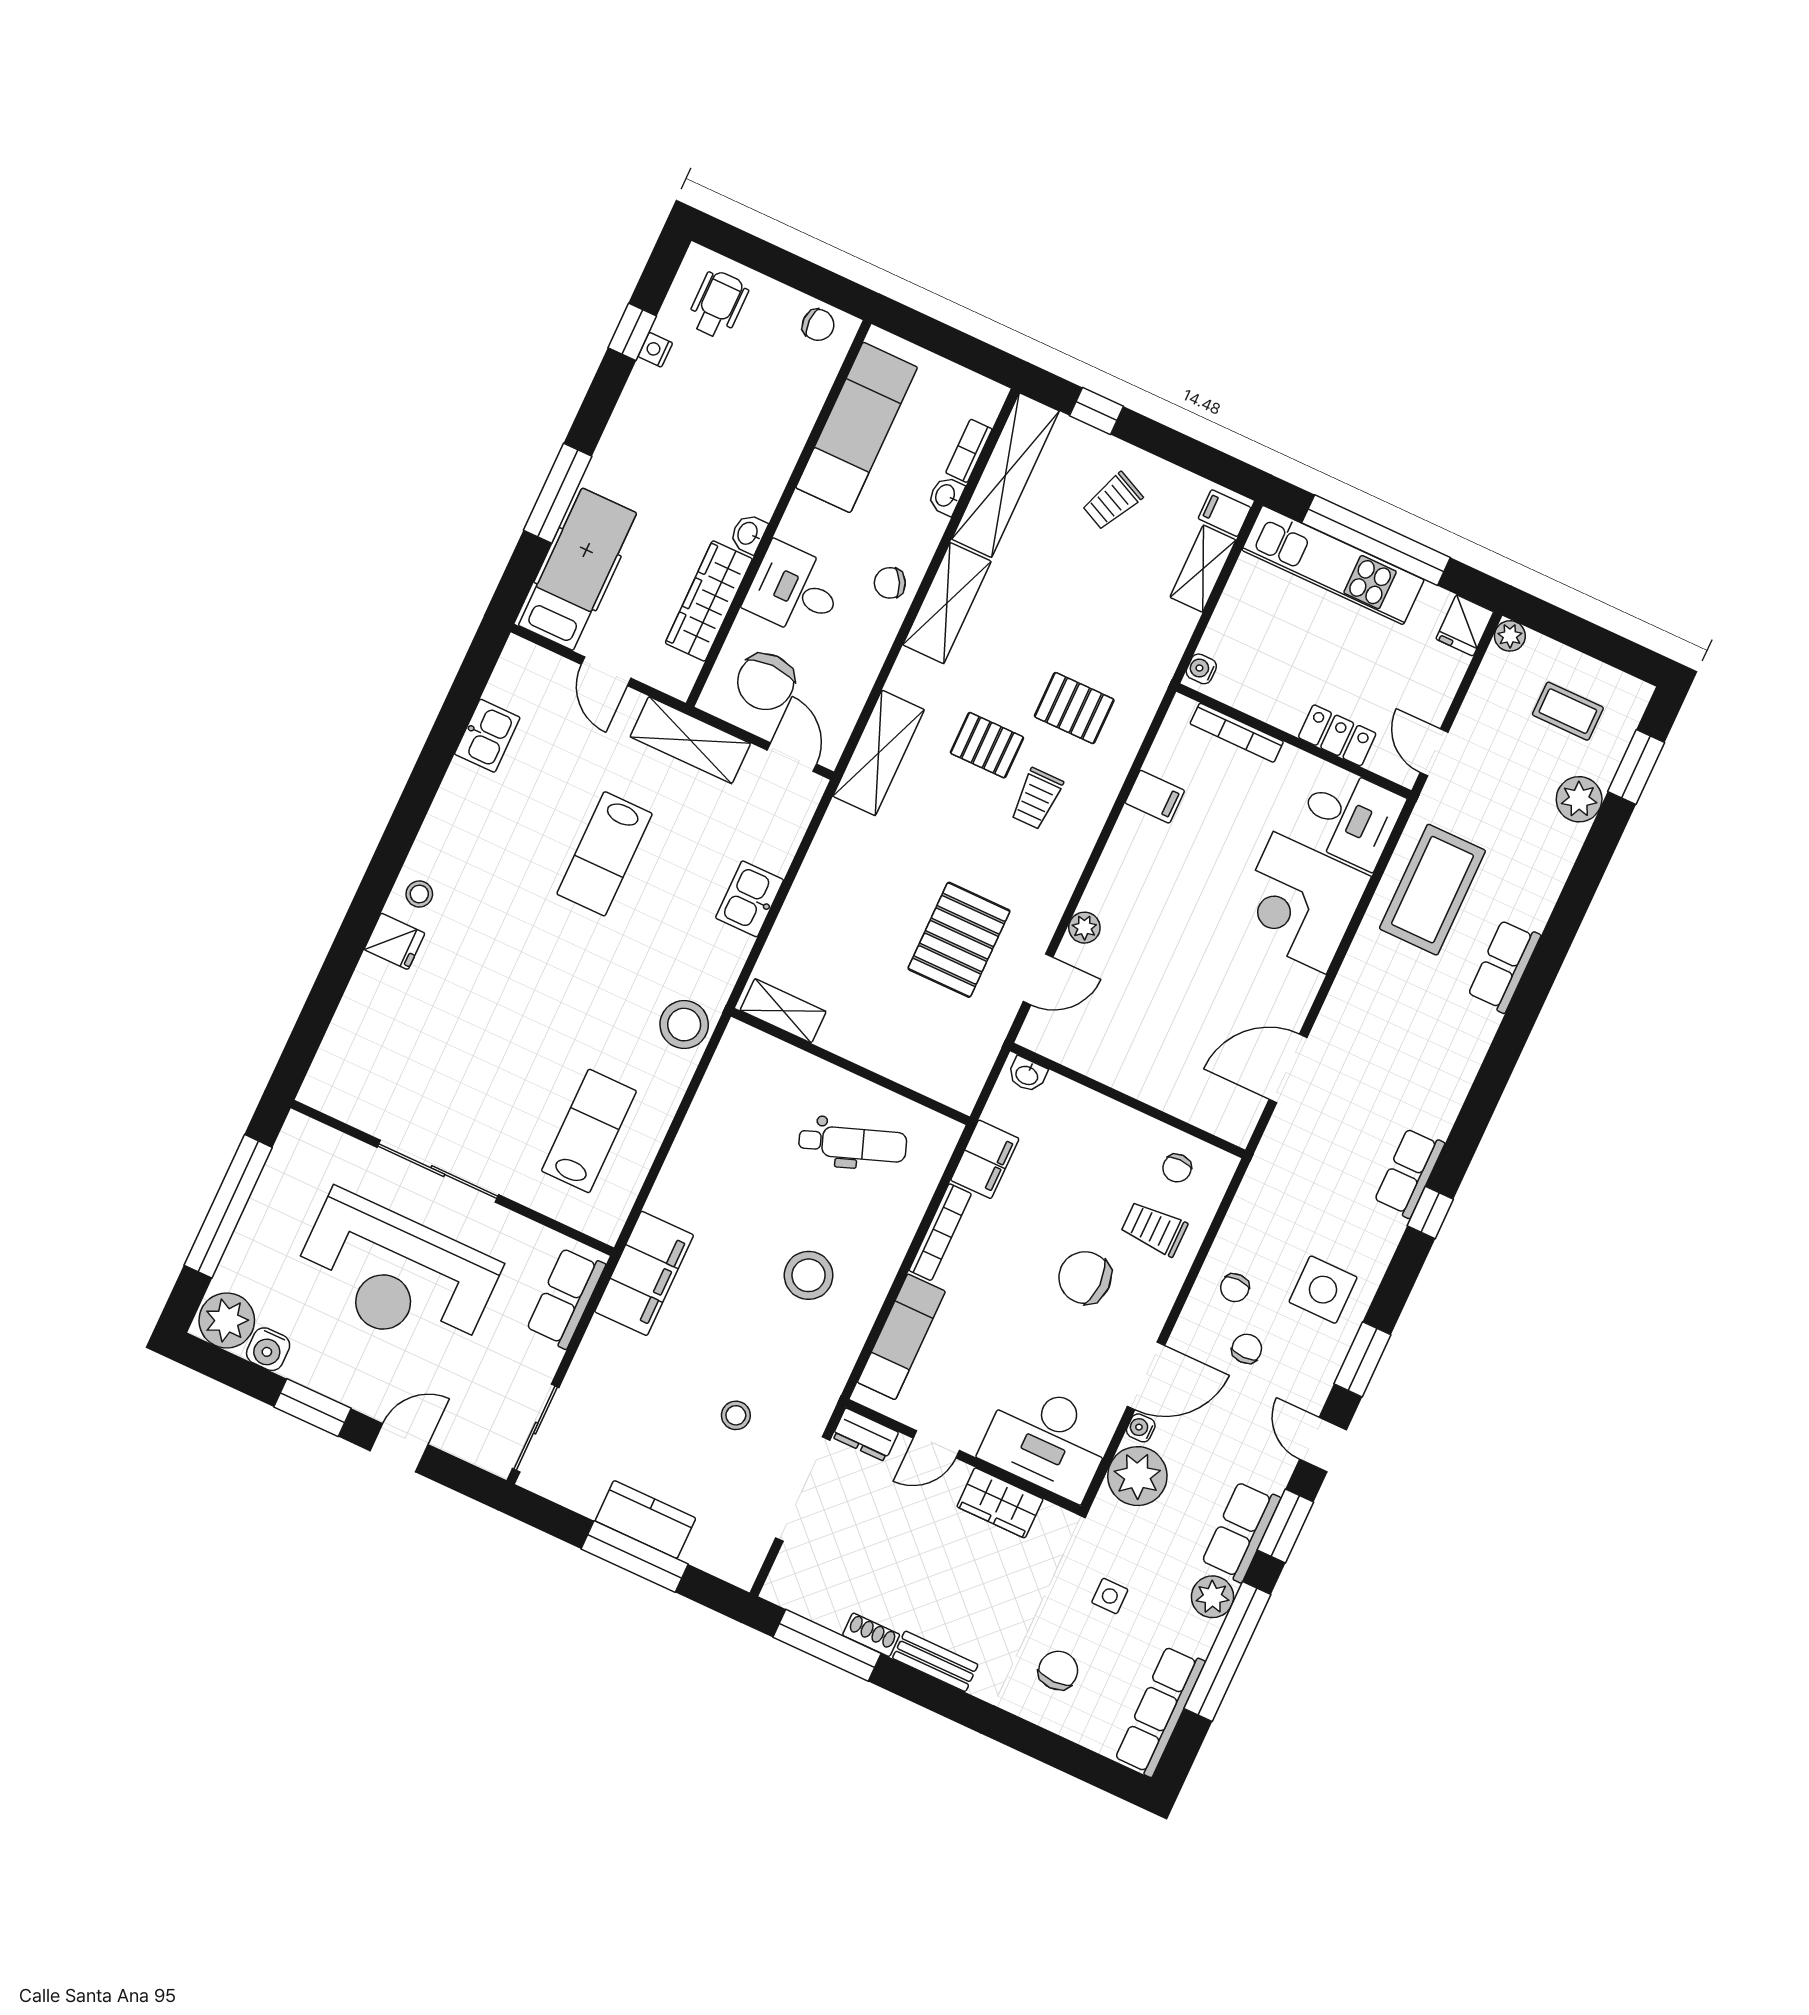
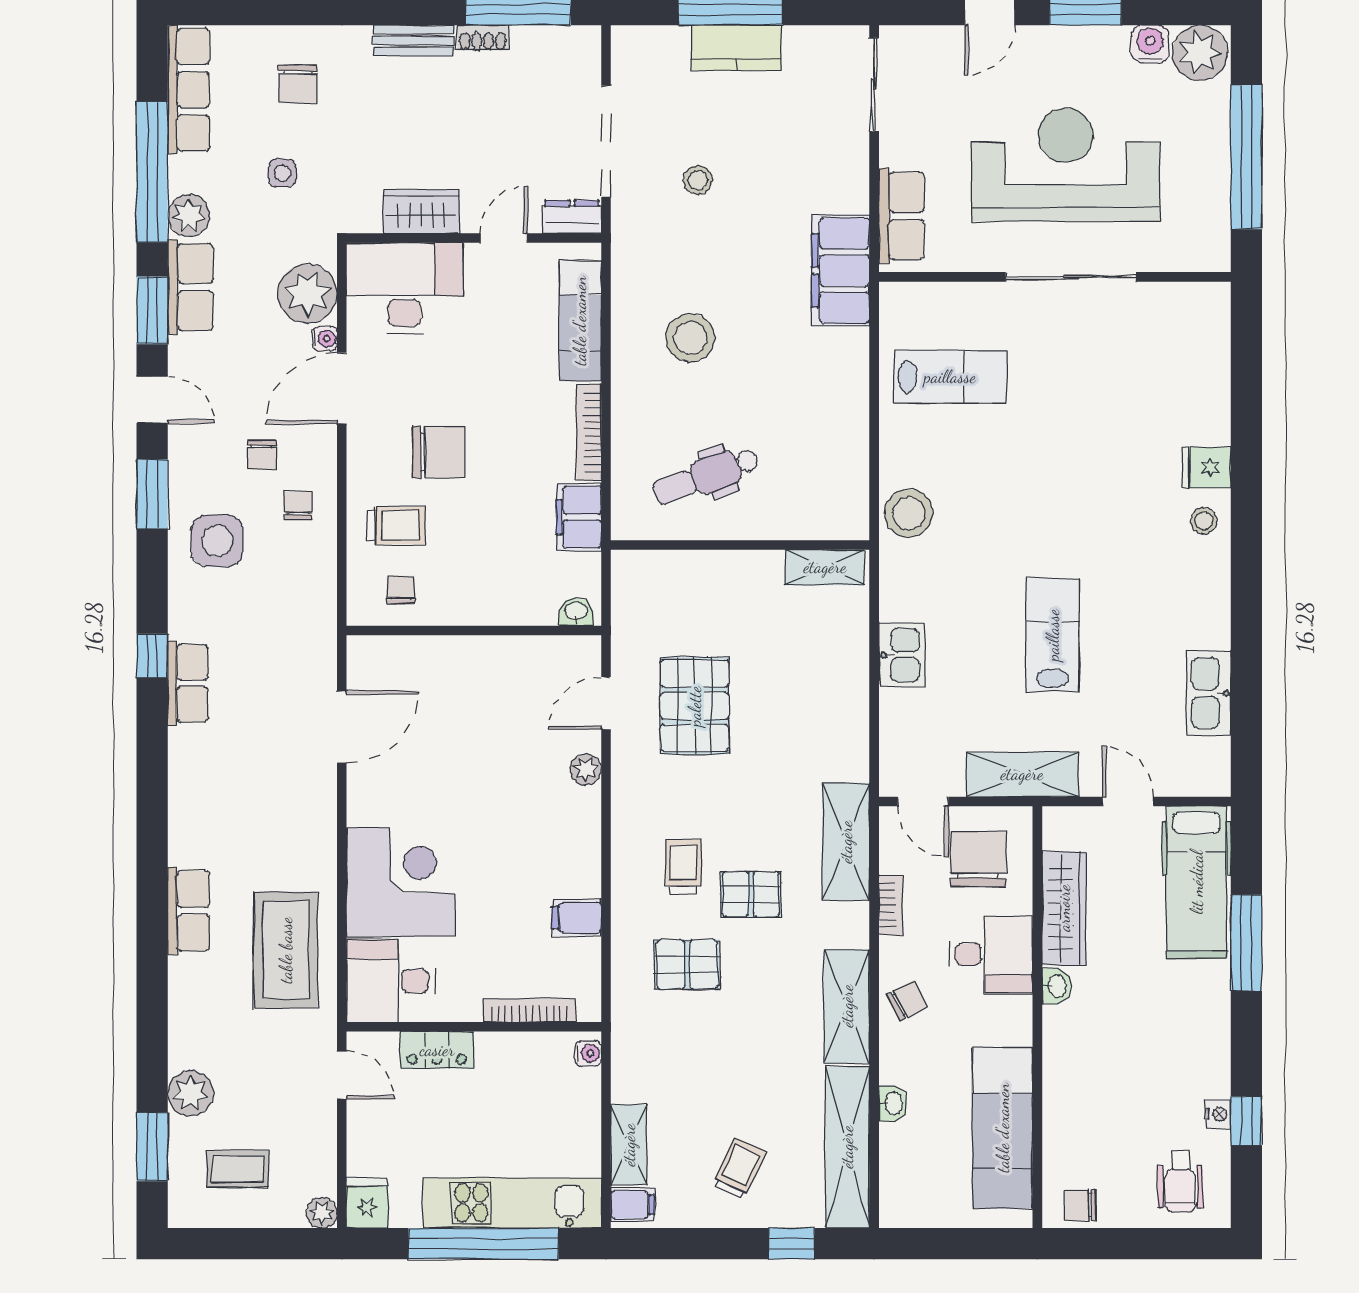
bookcase: (969, 451) -> (891, 905), moved
kitchen sink: (487, 736) -> (1209, 693), width x1.38
lab bench: (589, 1131) -> (950, 377), turned -90

